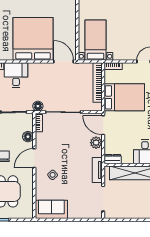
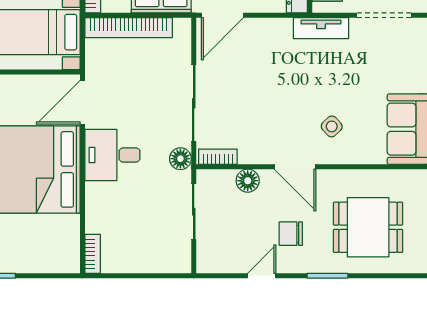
desk: (16, 75) -> (112, 155), moved
plant: (96, 143) -> (261, 31), removed

